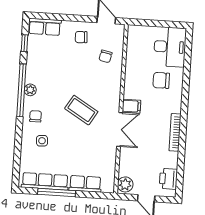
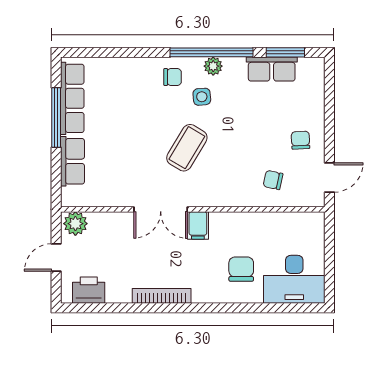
row of seats: (45, 27) -> (272, 69), moved, turned -90
window: (24, 43) -> (285, 52), width x1.50
side table: (42, 141) -> (202, 97), moved

